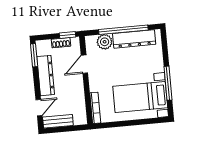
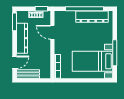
plant: (105, 42) -> (69, 17), removed
door: (84, 64) -> (52, 32), hinge flipped

